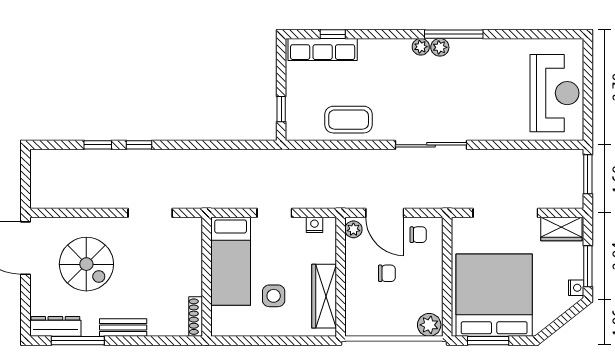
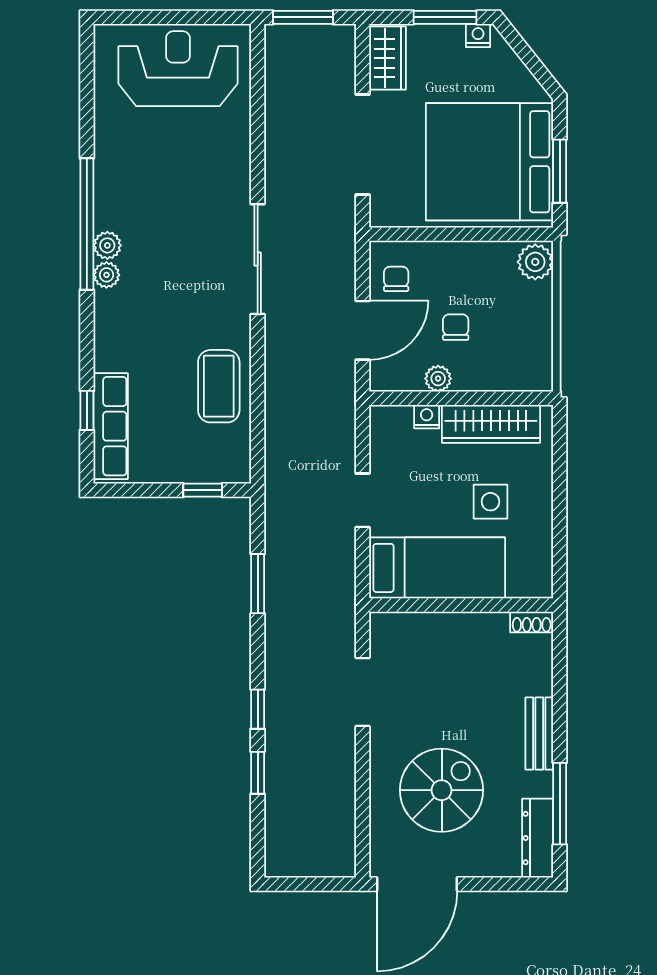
window: (454, 34) -> (87, 224), width x1.46
window: (220, 145) -> (258, 584), added
nightstand: (314, 225) -> (427, 417), moved, turned 90
plant: (353, 229) -> (438, 379), moved
shoe rack: (196, 317) -> (532, 622), width x0.70

